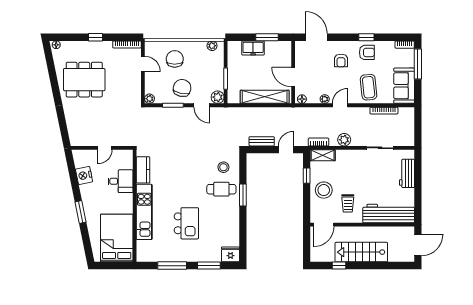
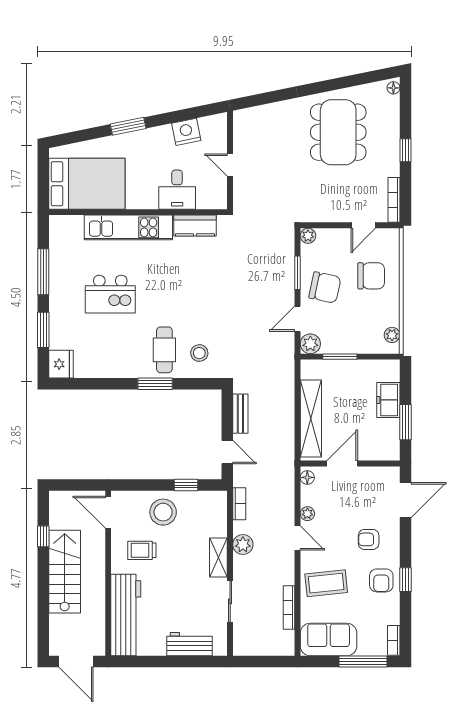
shelving: (323, 155) -> (218, 557), moved

